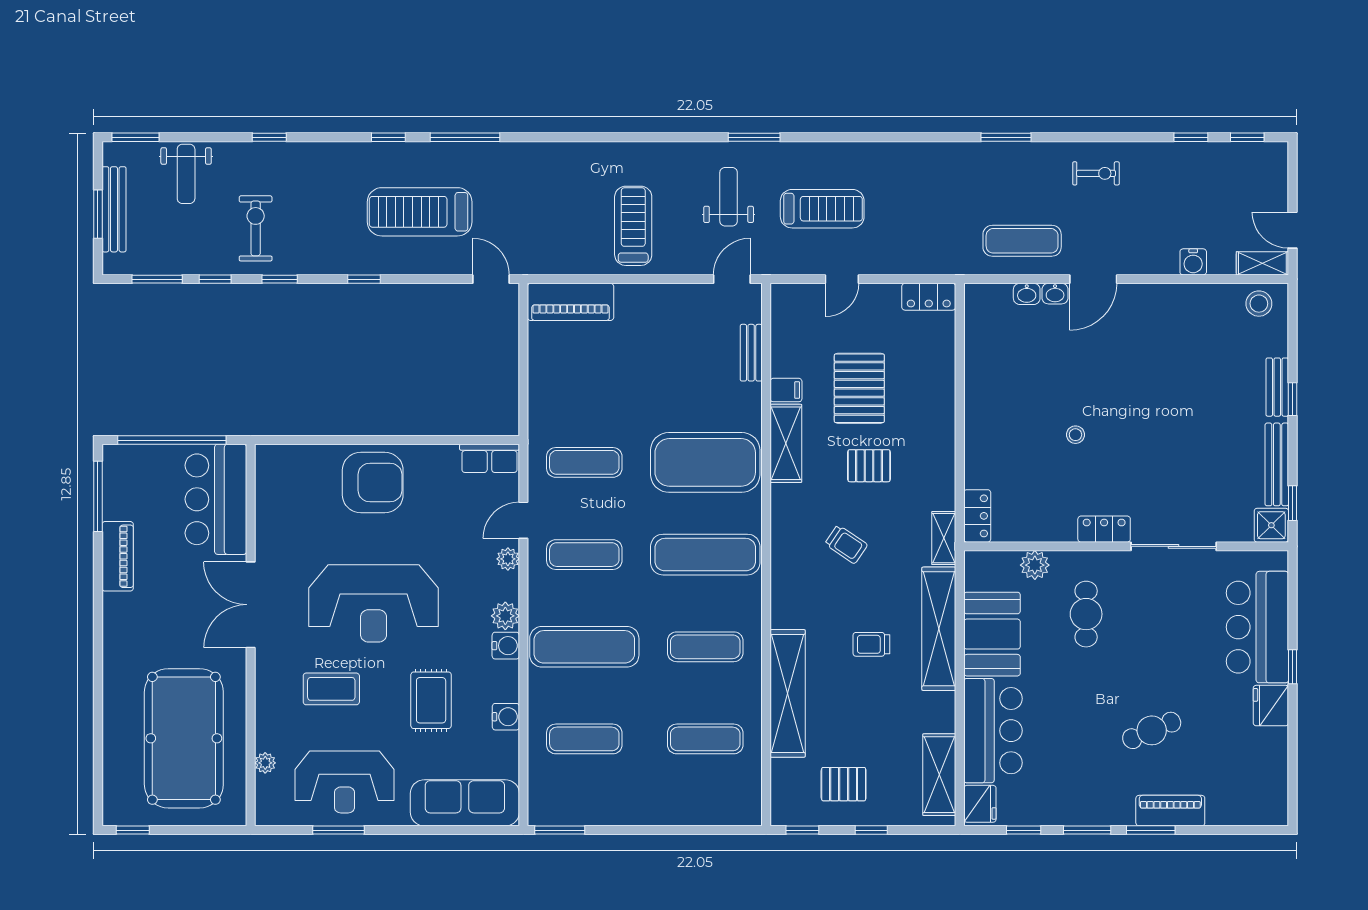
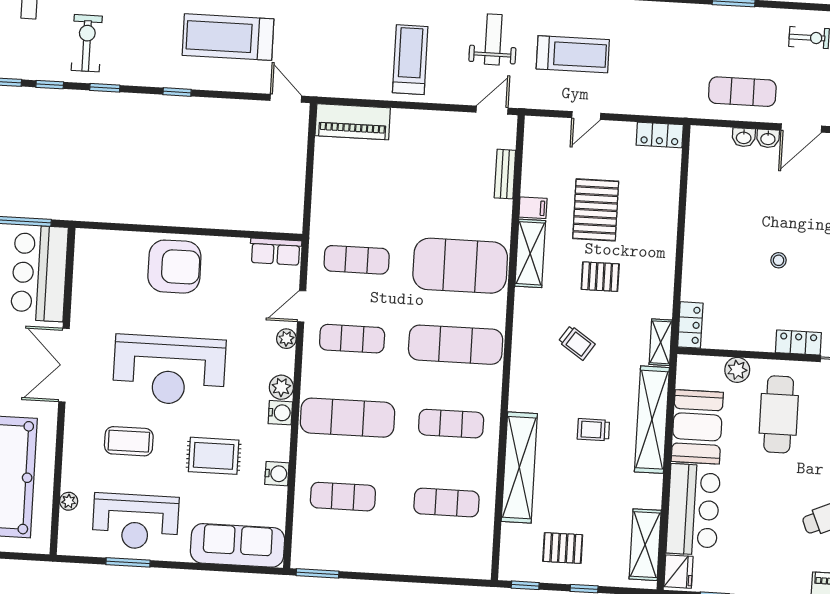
cafe table: (1086, 614) -> (779, 414), width x1.37, depth x1.35
rug: (431, 700) -> (214, 456), turned 90

